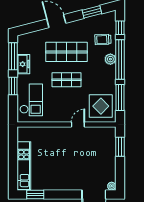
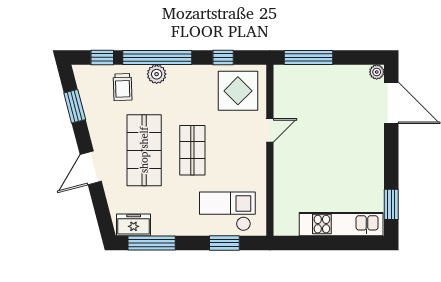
freezer: (23, 64) -> (134, 225), moved
window: (13, 86) -> (224, 243), moved
window: (120, 98) -> (223, 57), width x0.46
door: (78, 125) -> (270, 130), swing flipped
window: (120, 147) -> (309, 57), width x1.44

